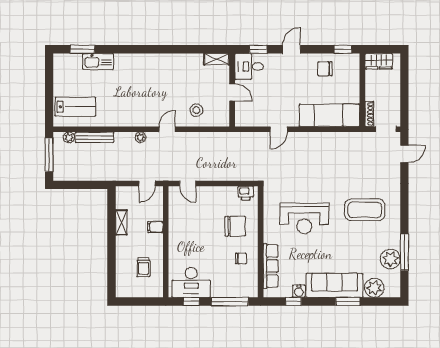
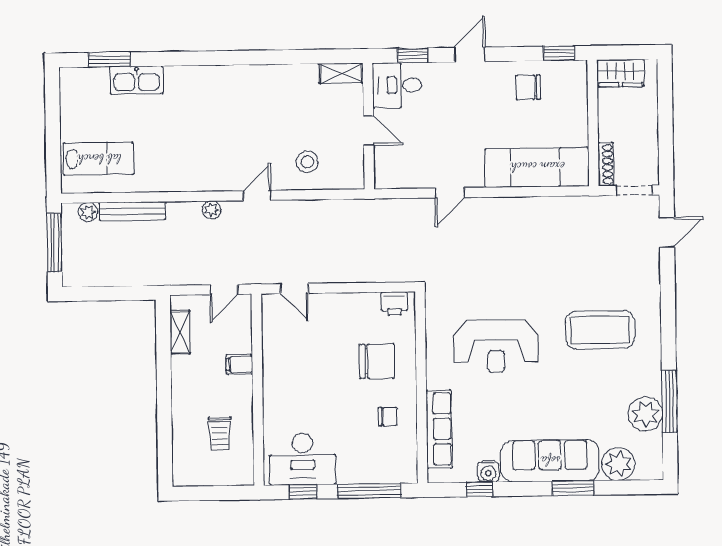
shelving: (121, 222) -> (180, 332), moved

